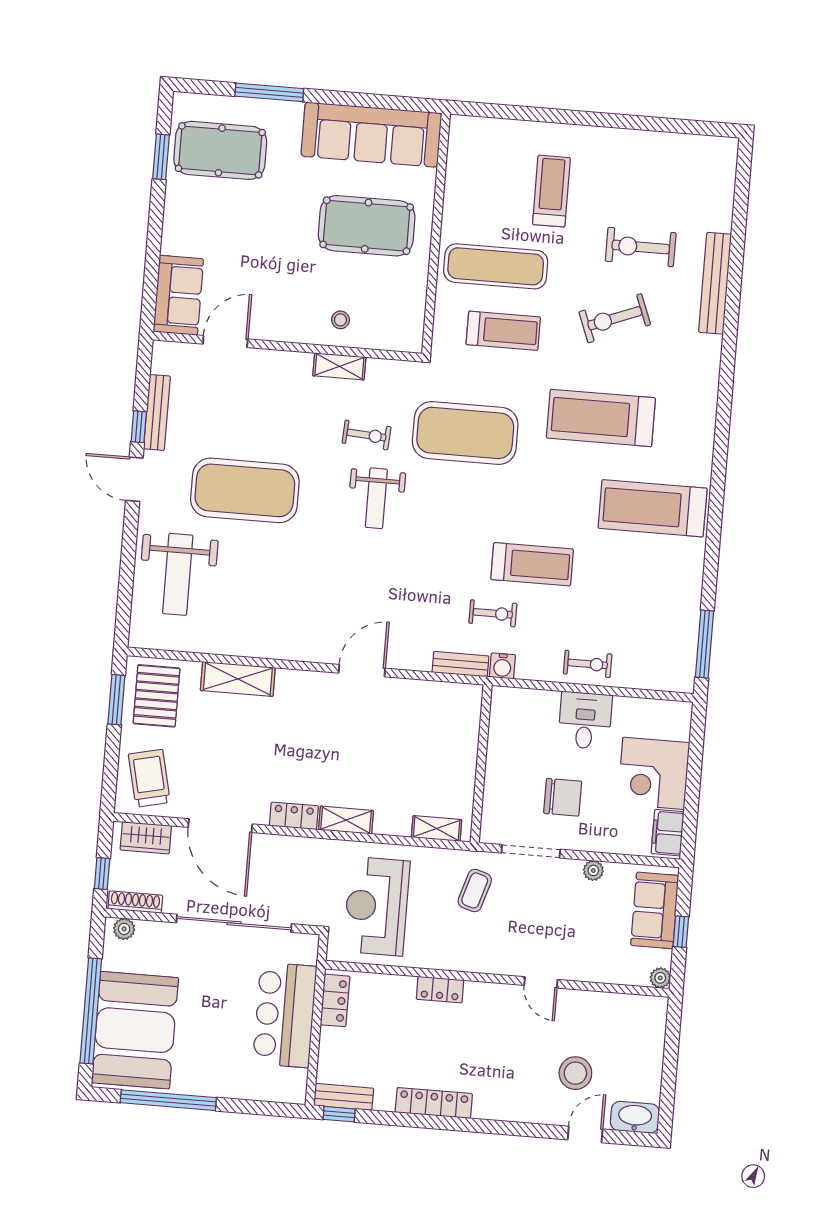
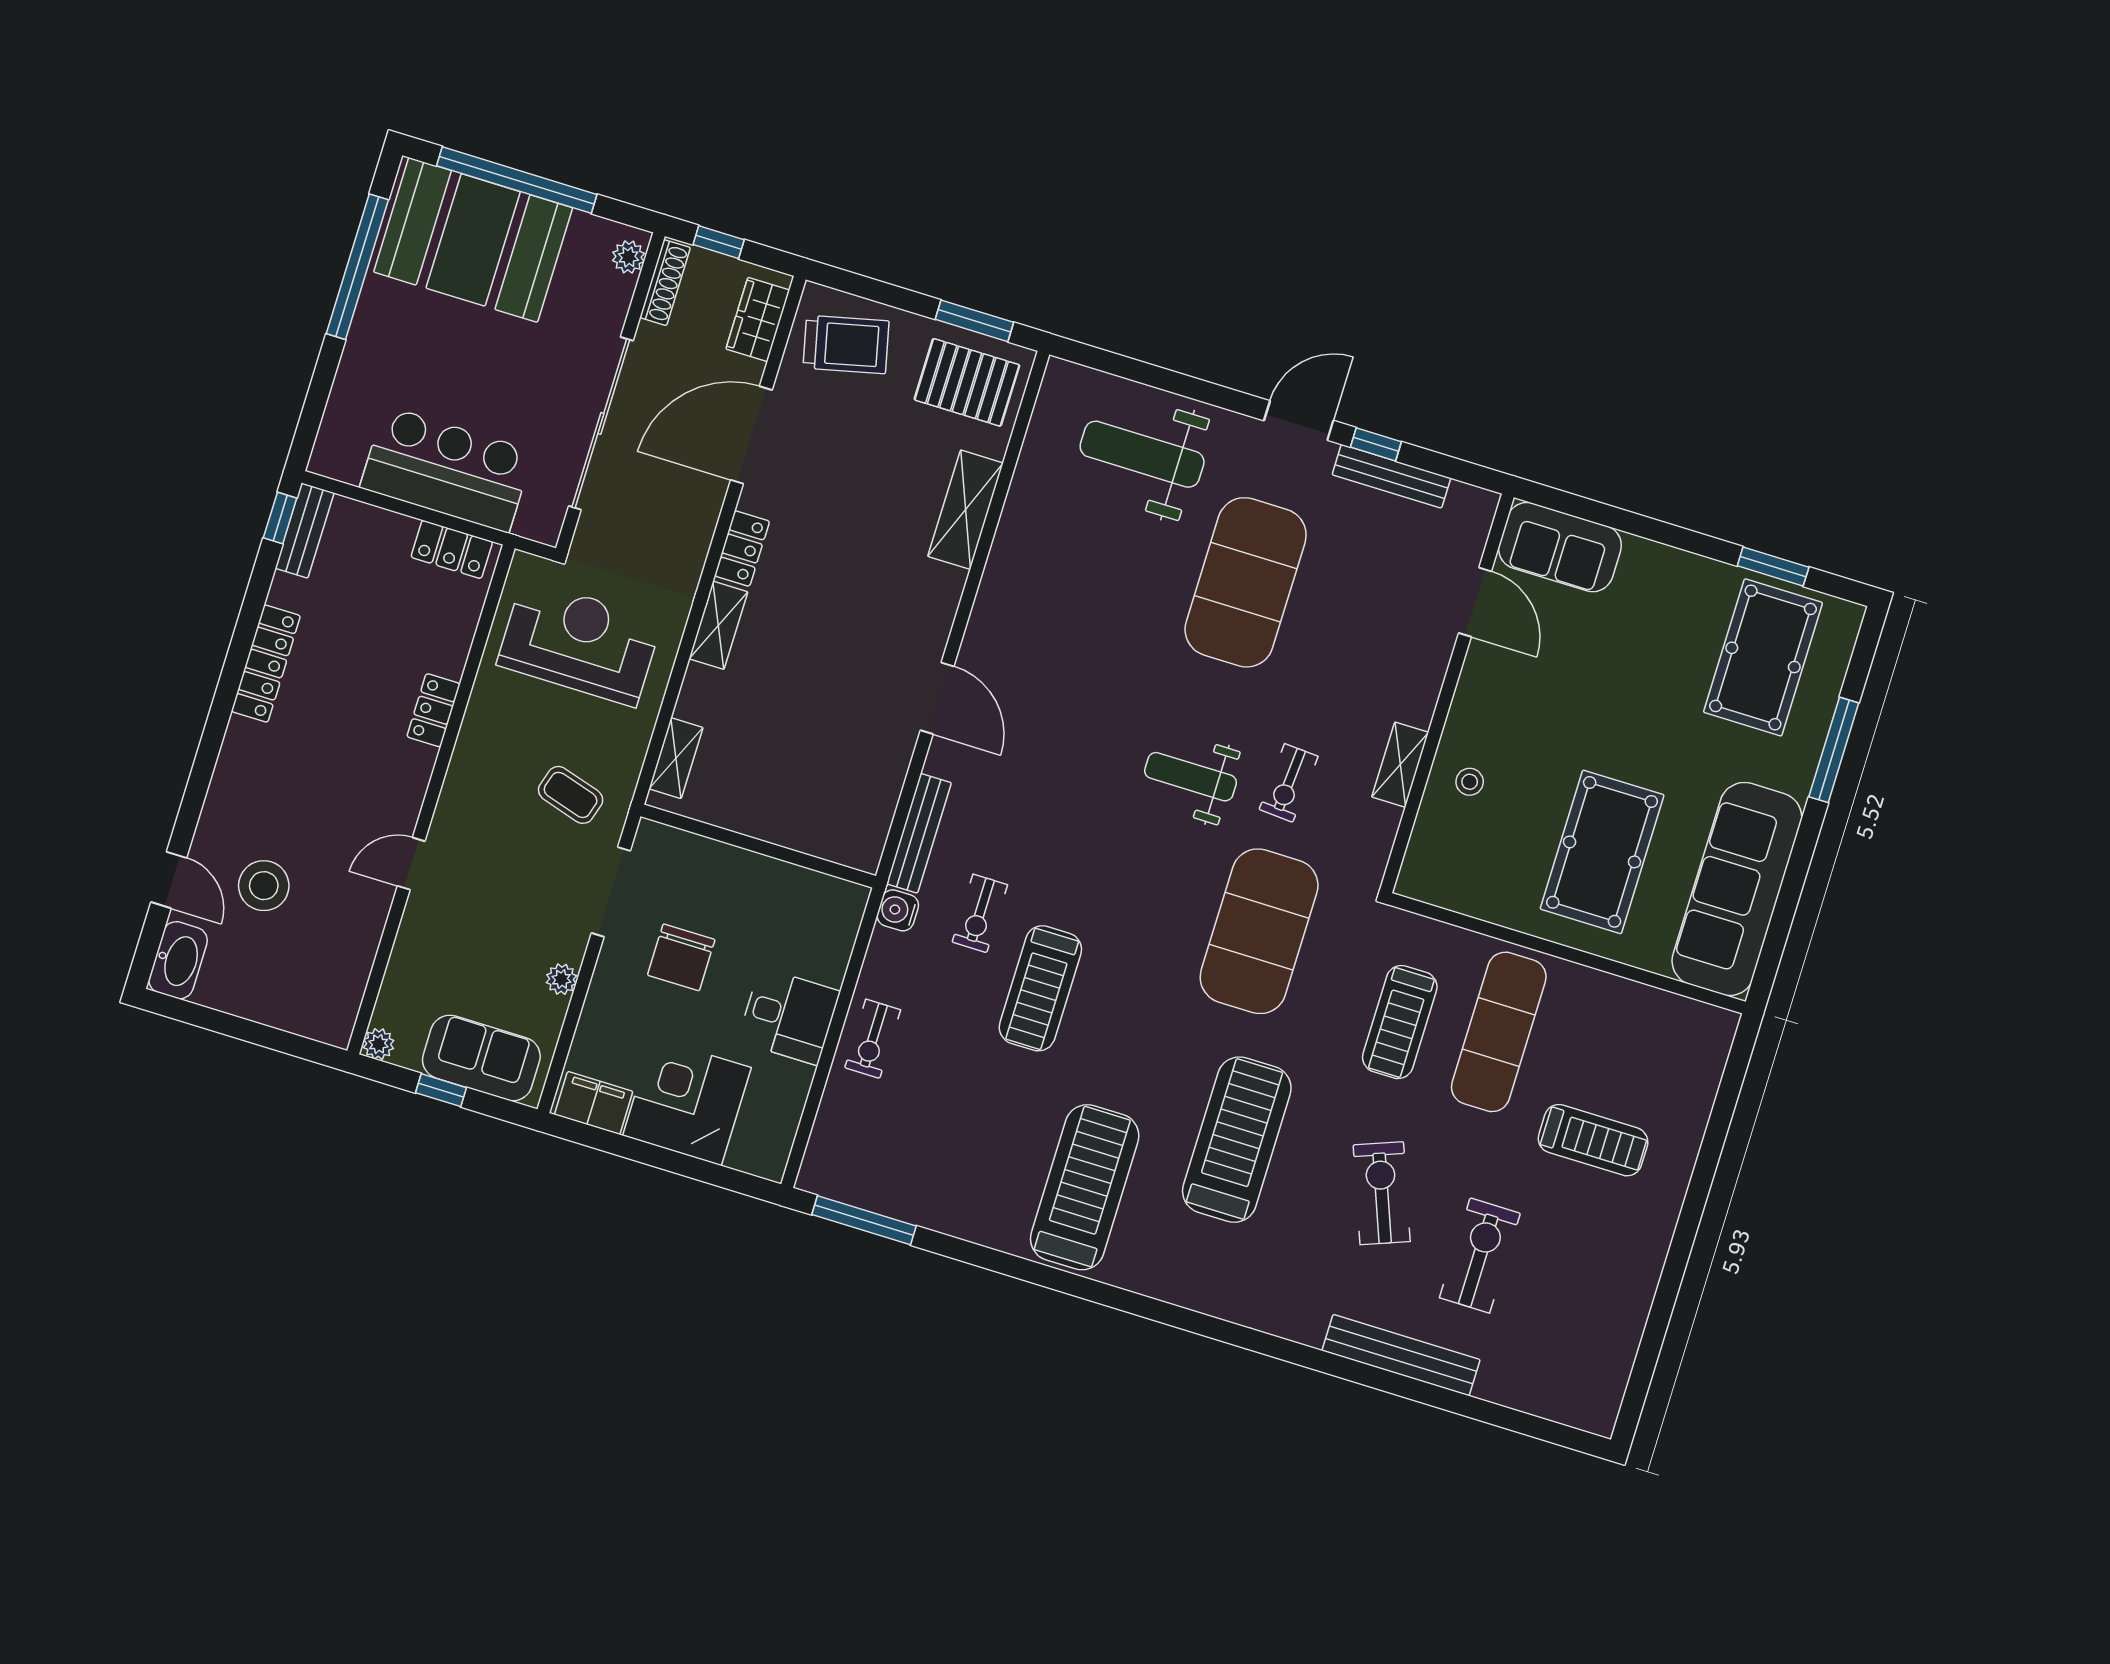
bench: (460, 664) -> (919, 833), width x1.36

